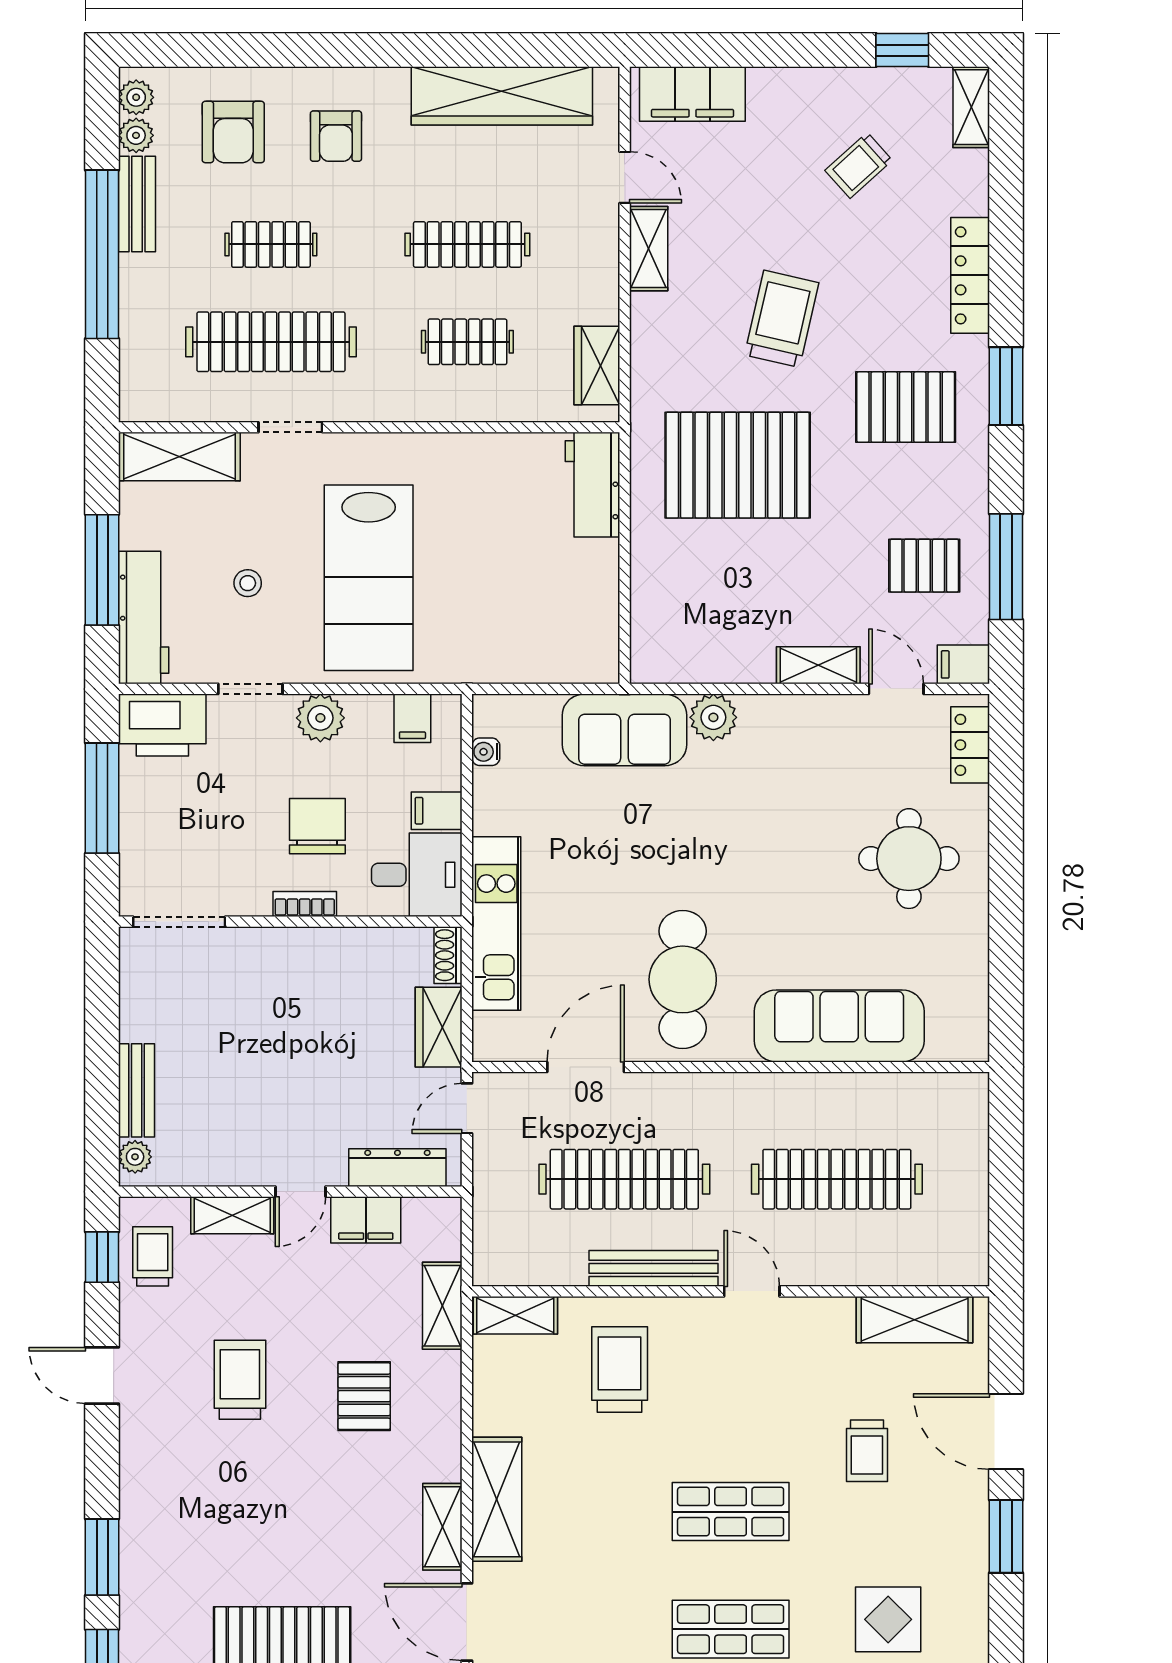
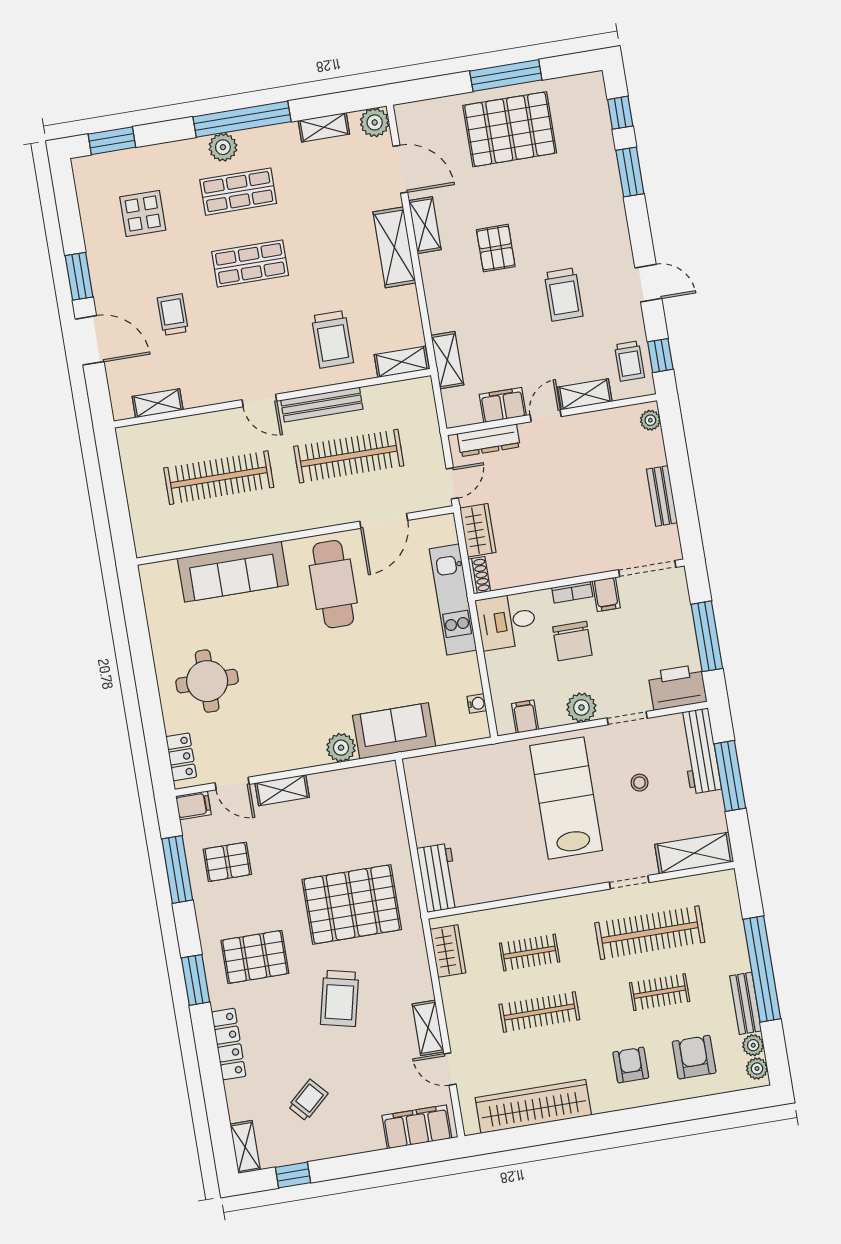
filing cabinet: (437, 811) -> (606, 594), moved, turned 90
bench: (137, 1090) -> (662, 496), moved
shelving: (915, 1320) -> (158, 403), width x0.67, depth x0.75
pallet: (364, 1396) -> (496, 248), moved

